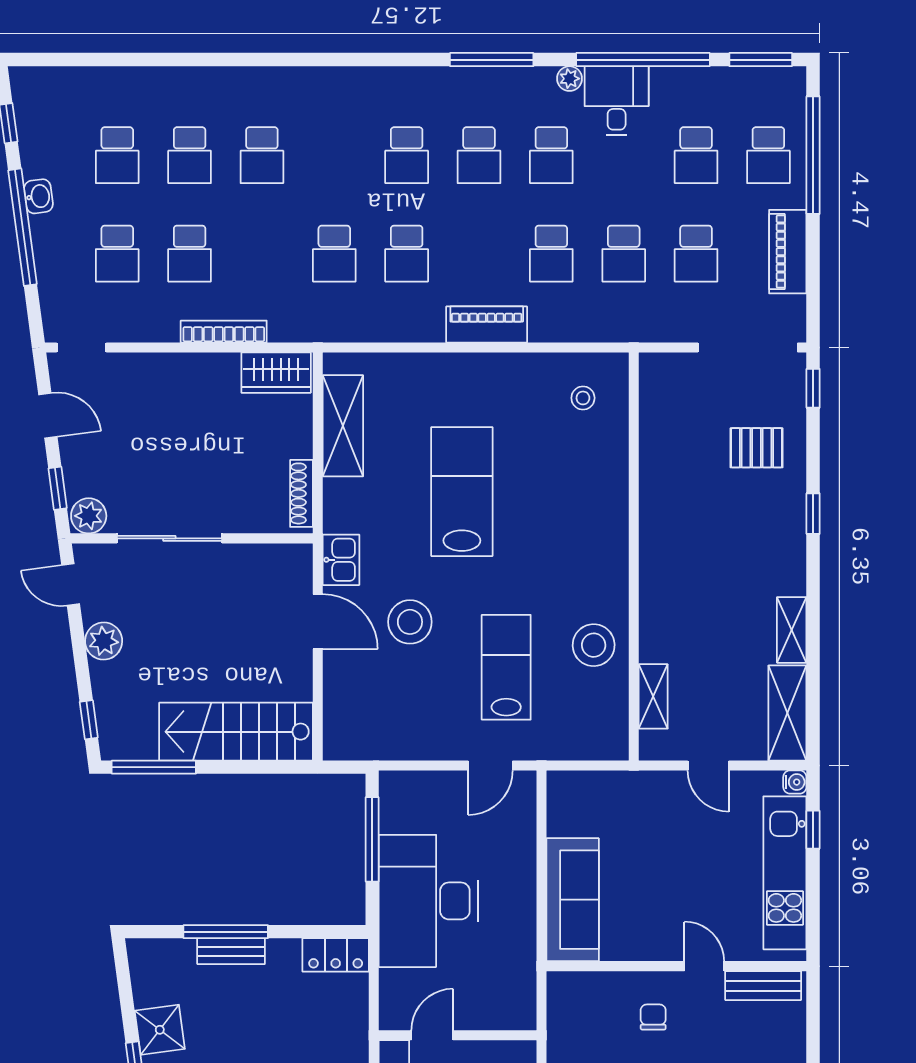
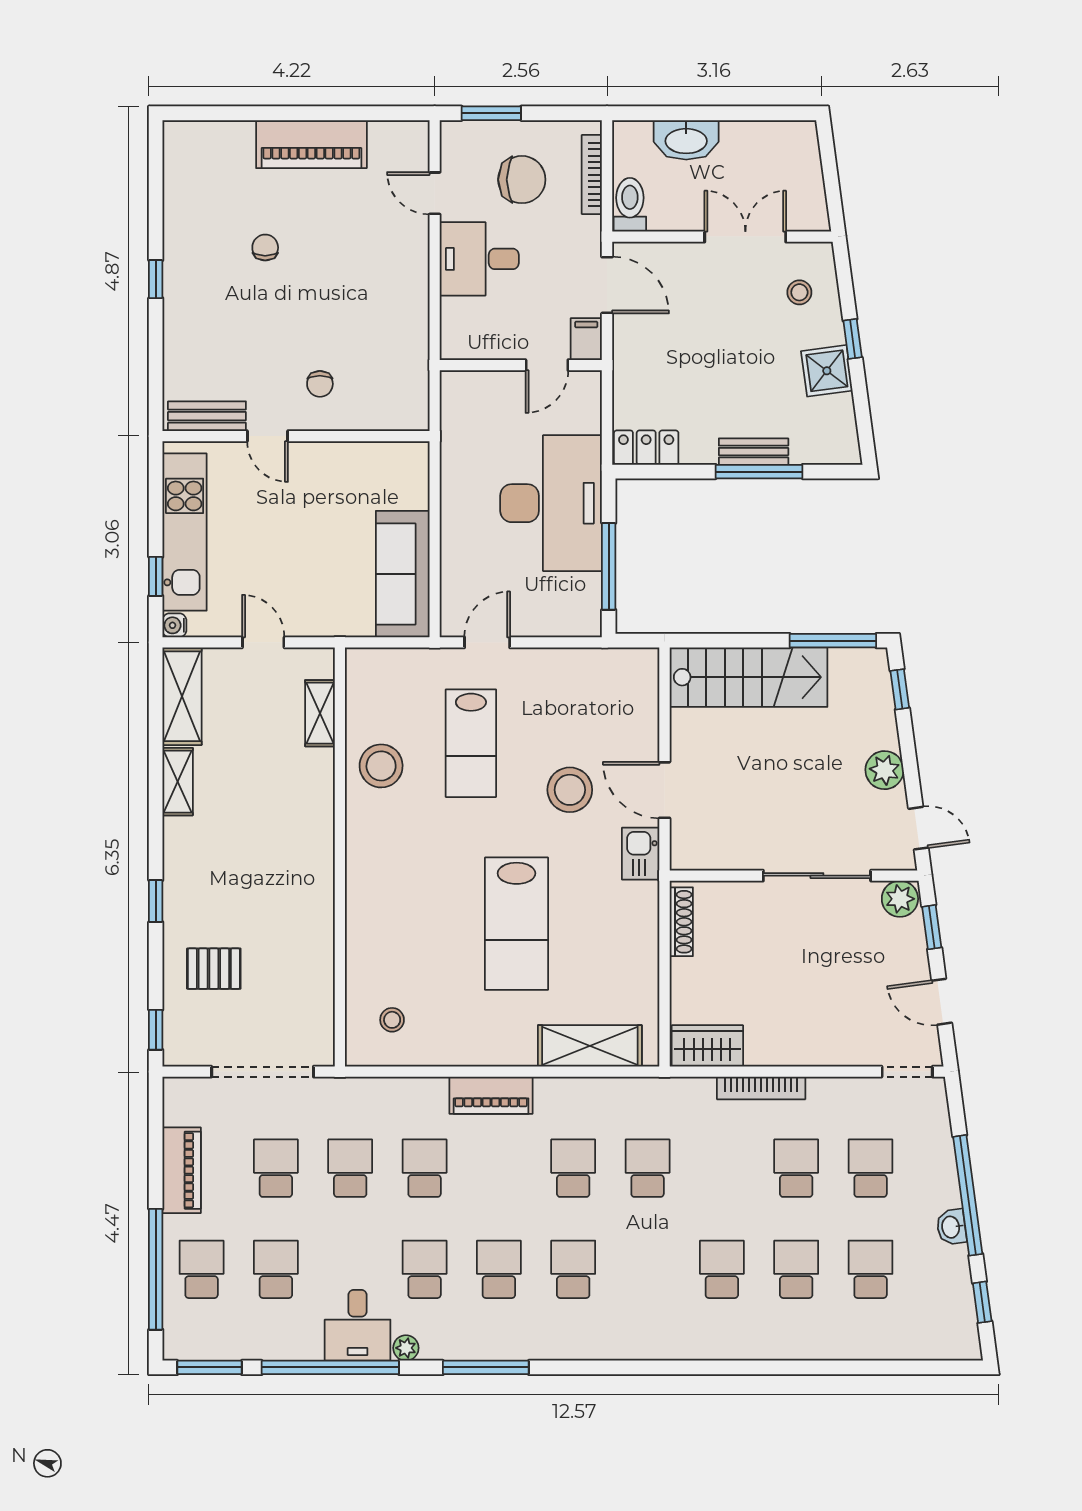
doorway: (748, 348) -> (263, 1072), moved
shelving: (343, 426) -> (590, 1046), moved, turned 90
sofa: (573, 900) -> (403, 574), moved

